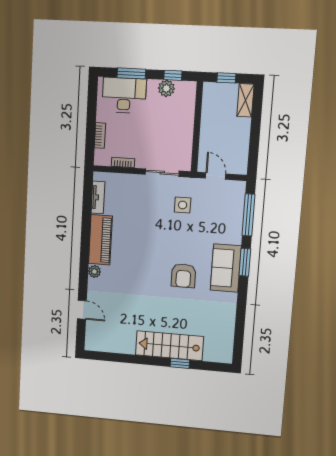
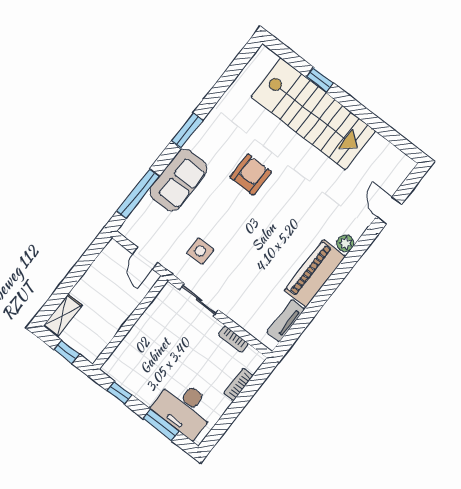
plant: (166, 88) -> (135, 384), removed
window: (245, 262) -> (187, 131), moved
sofa: (226, 268) -> (178, 180), moved
stairs: (169, 346) -> (313, 114), width x1.36, depth x1.51

